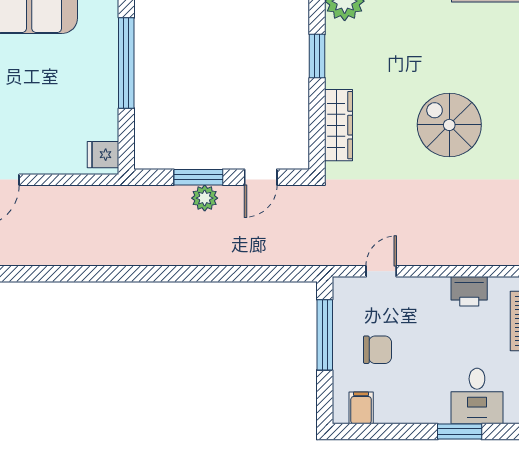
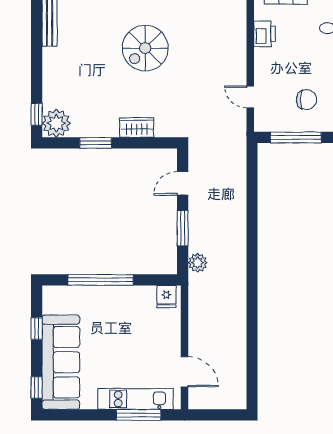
wardrobe: (338, 125) -> (137, 128), width x0.67
door: (261, 177) -> (183, 183), swing flipped
plant: (205, 198) -> (198, 263), moved
chair: (377, 350) -> (306, 100), turned 90

